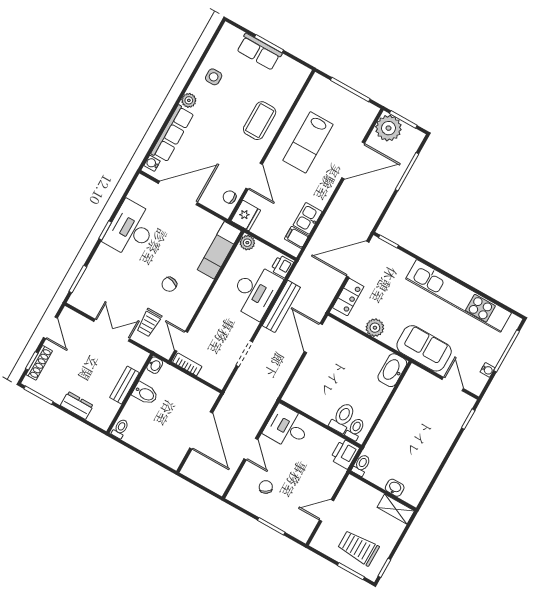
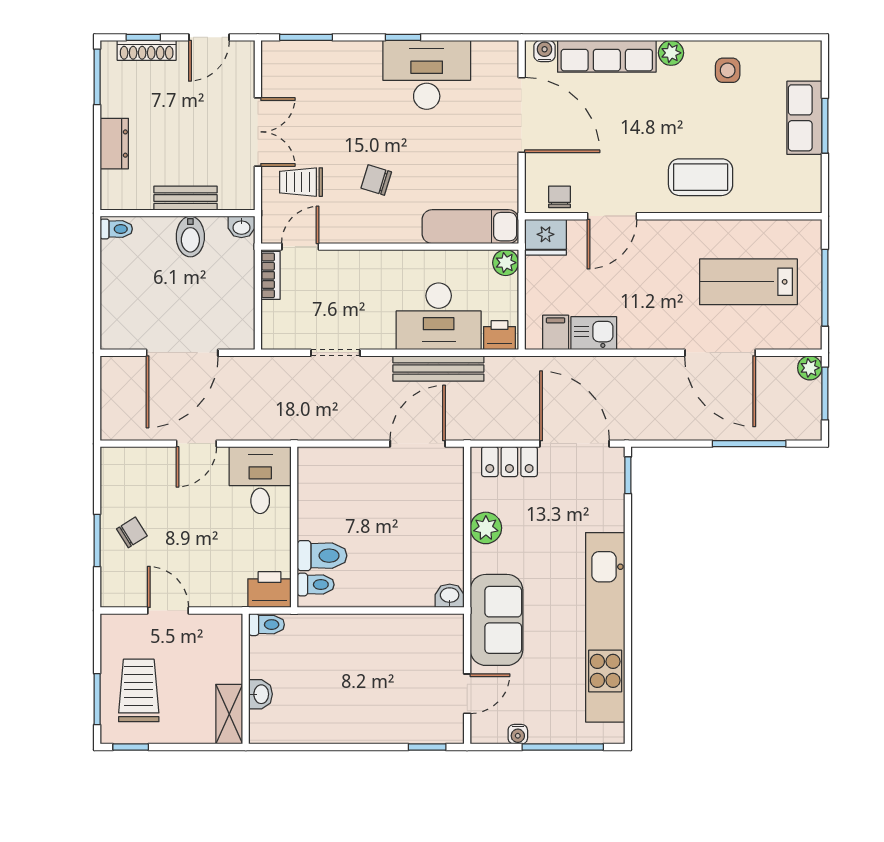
plant: (388, 128) -> (810, 368), width x0.53, depth x0.53
lab bench: (308, 142) -> (748, 282), moved
washbasin: (392, 370) -> (450, 596), width x0.52, depth x0.69
chair: (266, 487) -> (132, 532), moved

